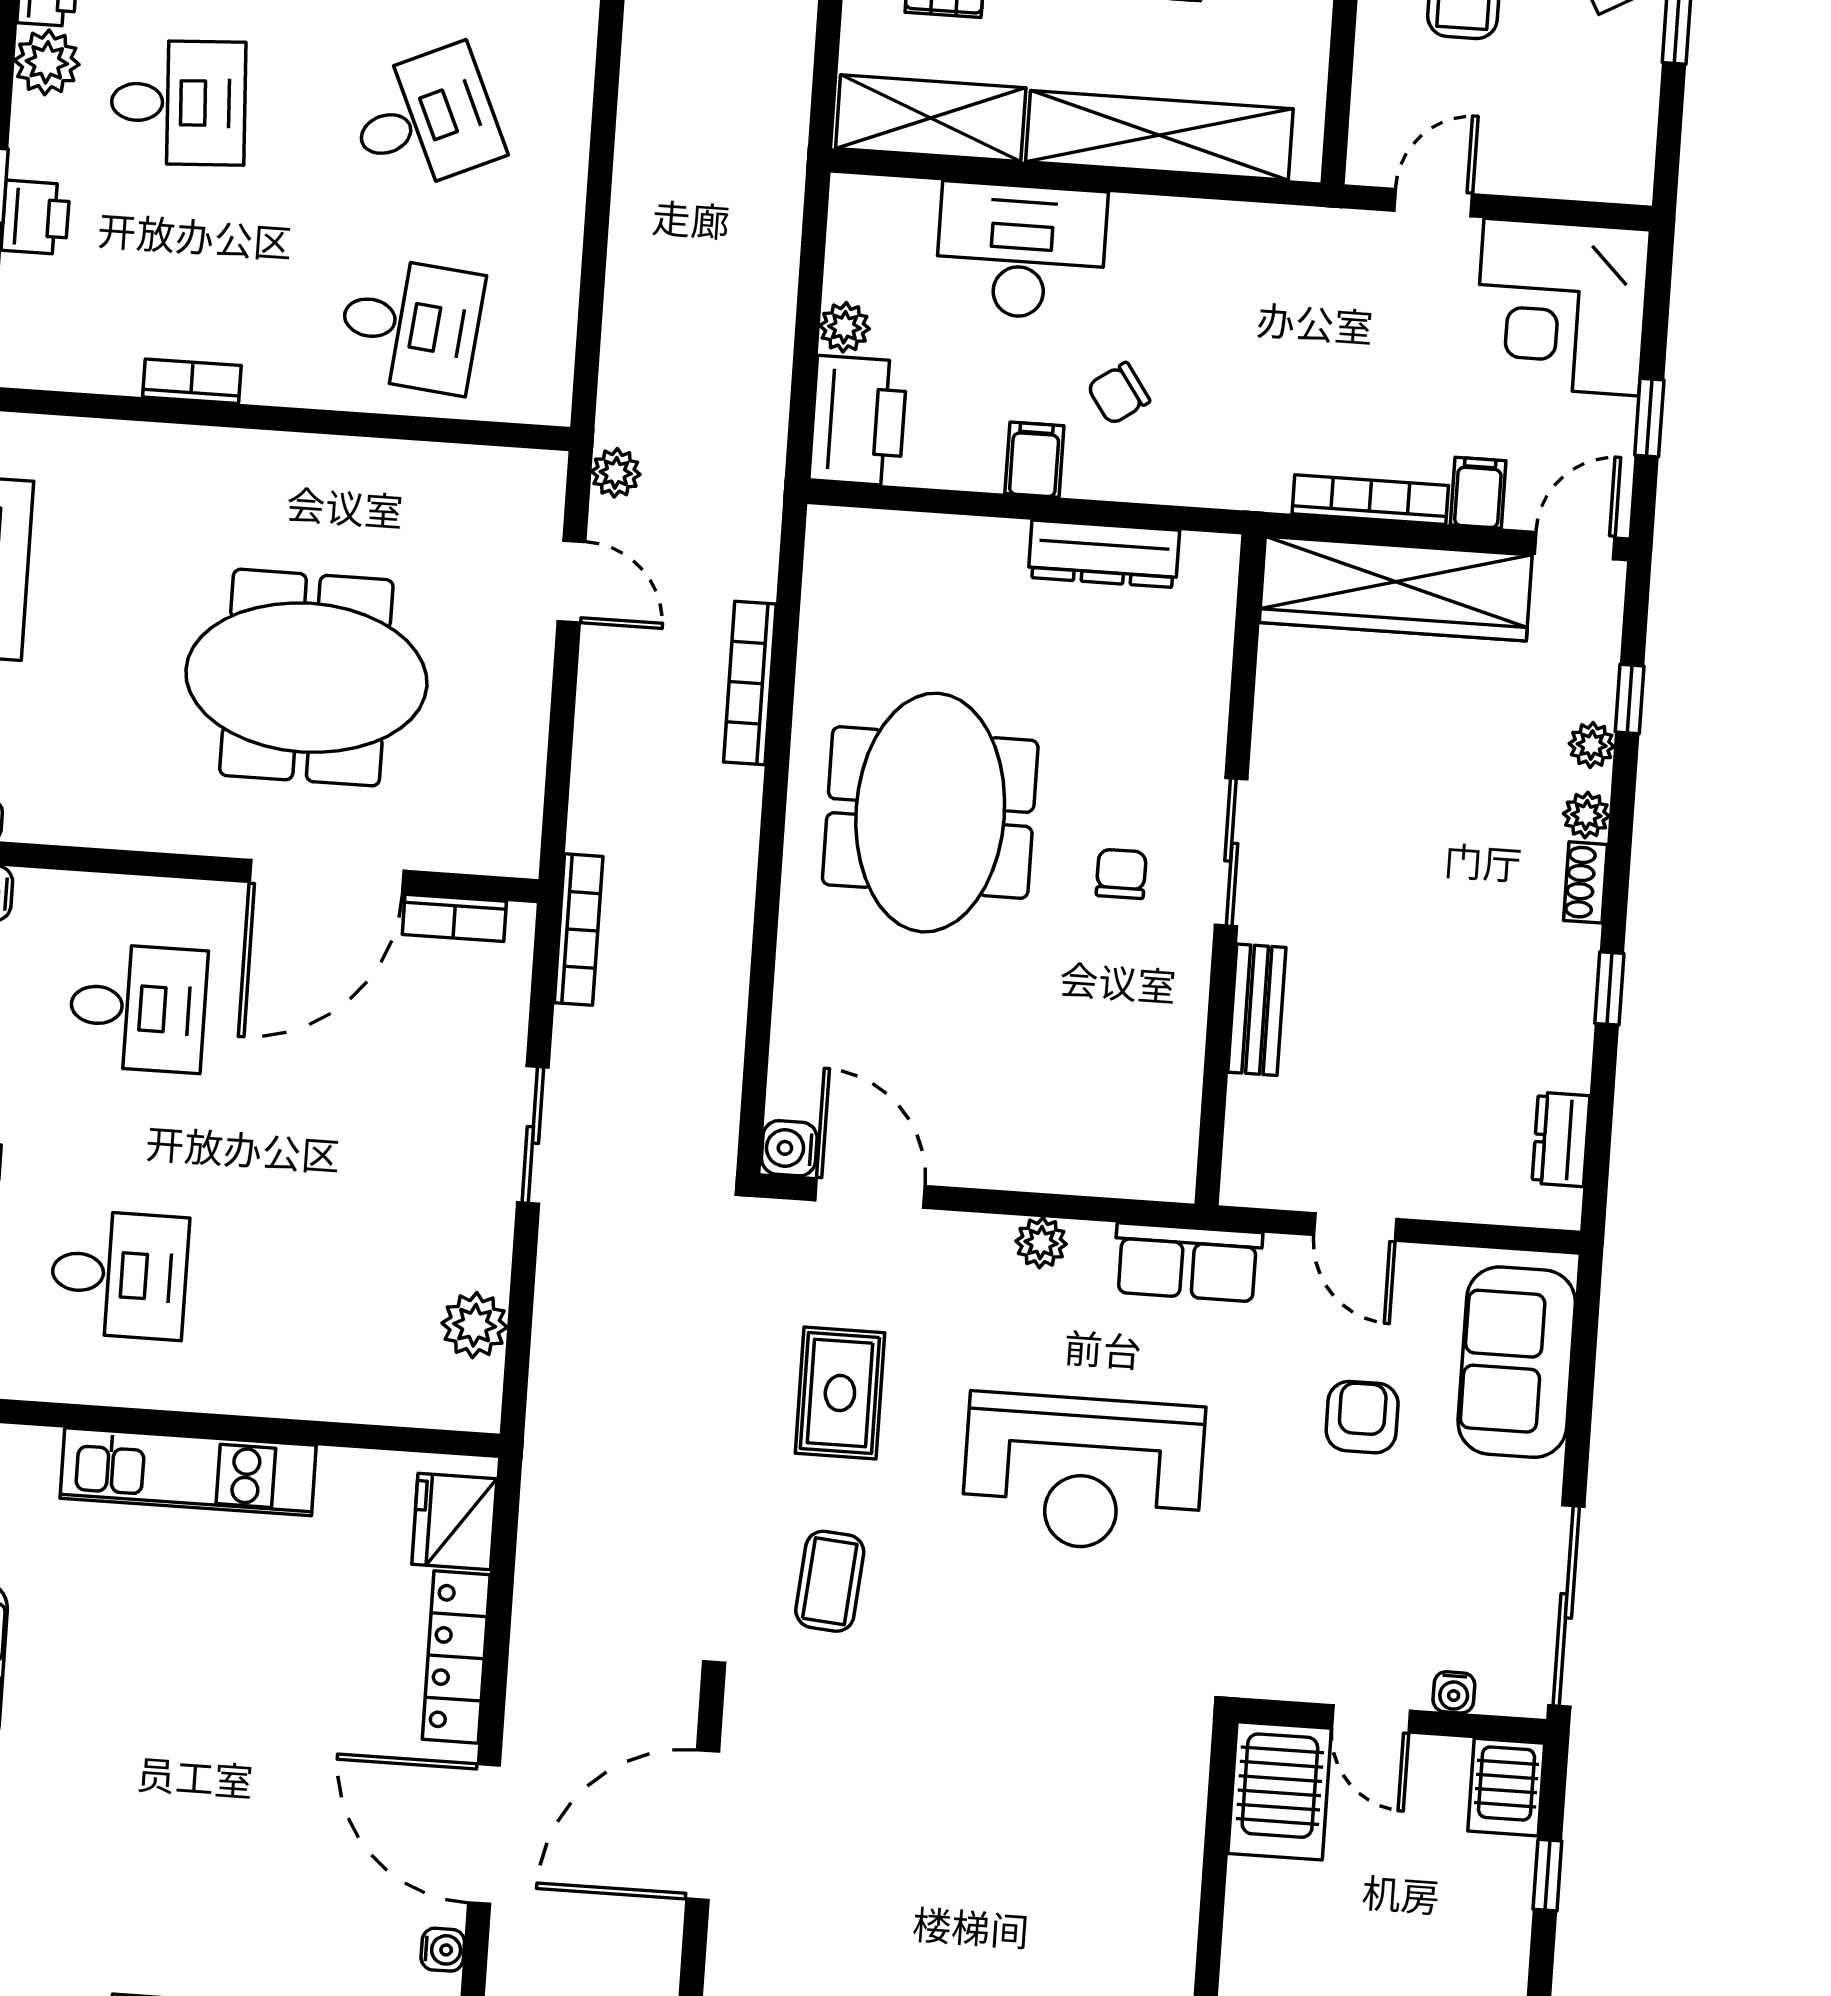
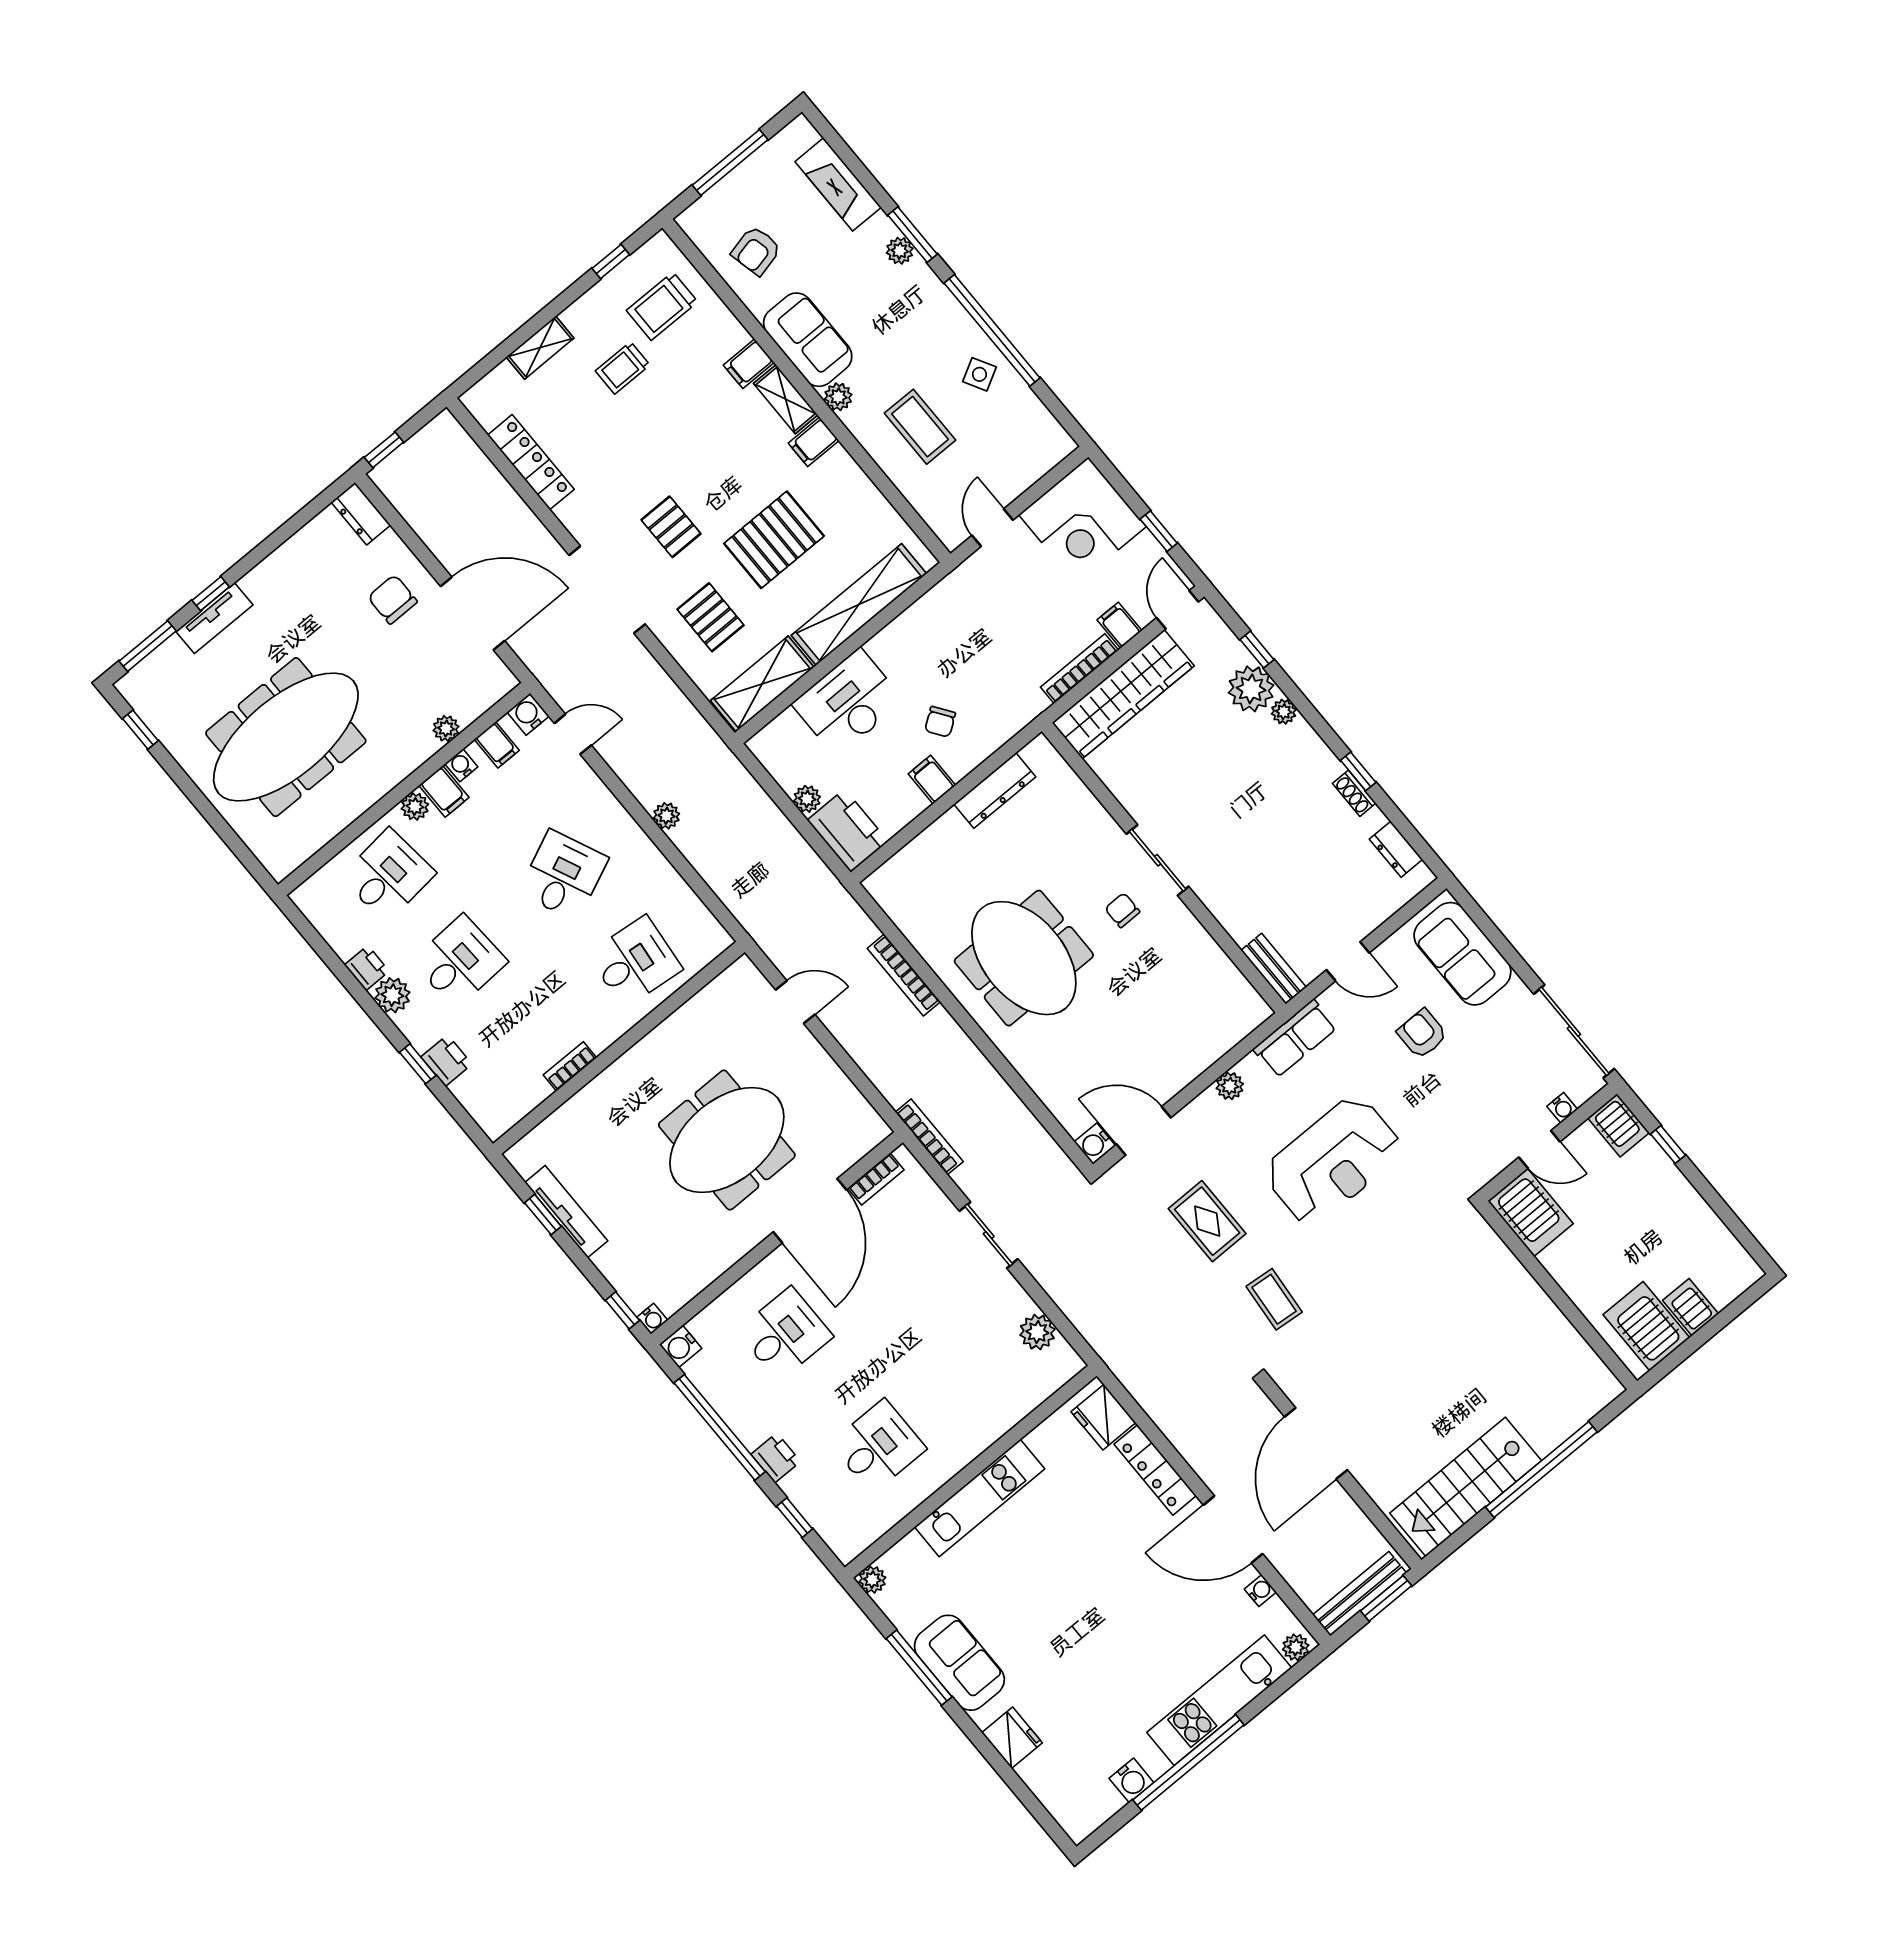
plant: (616, 473) -> (666, 816), moved
plant: (1592, 745) -> (1251, 689), width x1.88, depth x1.88
shoe rack: (1585, 882) -> (1354, 793), moved
bench: (1257, 1010) -> (1274, 969), moved

